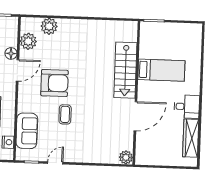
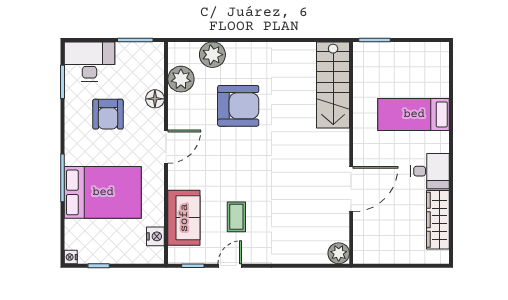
door: (18, 70) -> (166, 147), moved
stairs: (125, 70) -> (333, 85), moved
bed: (161, 70) -> (414, 114), moved, turned 180
armchair: (54, 83) -> (238, 106), moved
coffee table: (65, 114) -> (236, 217), moved

